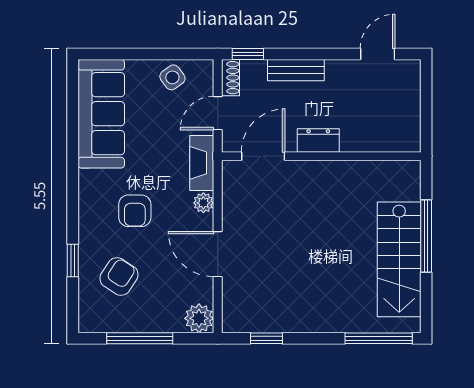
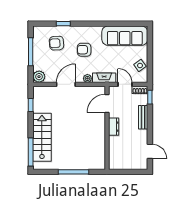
door: (263, 156) -> (107, 103), swing flipped
stairs: (399, 259) -> (42, 137), moved, turned 90
armchair: (119, 276) -> (57, 43), turned 143

